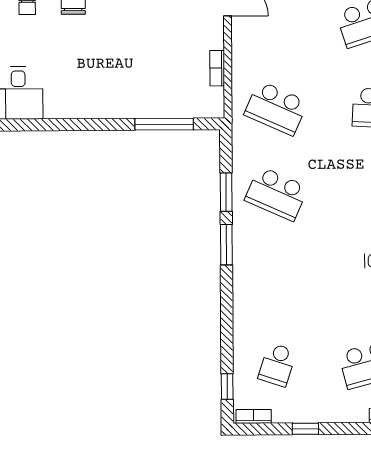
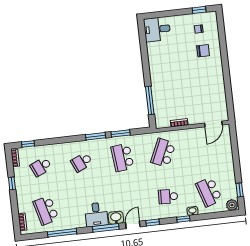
school desk: (276, 194) -> (122, 157), turned -30
school desk: (277, 279) -> (82, 162), added
school desk: (277, 365) -> (41, 167), turned -42

